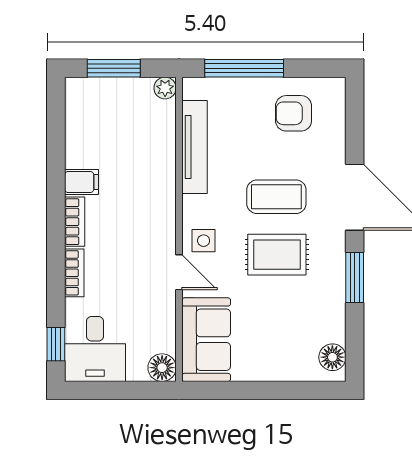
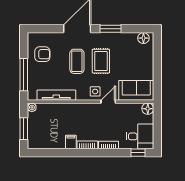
armchair: (294, 113) -> (42, 54), turned -90

